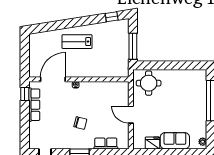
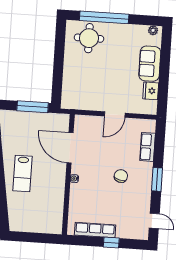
door: (53, 79) -> (70, 148), moved
round table: (149, 83) -> (89, 38), moved
window: (25, 94) -> (111, 243), moved

